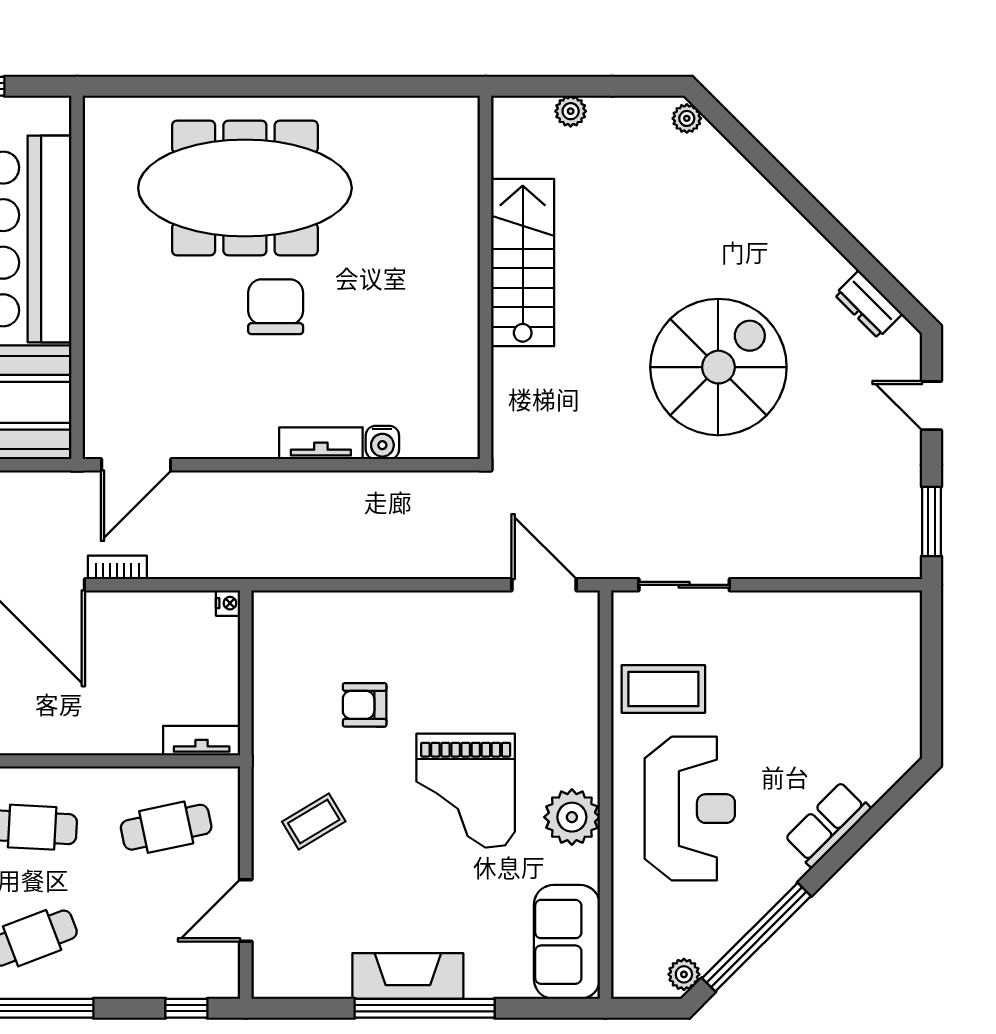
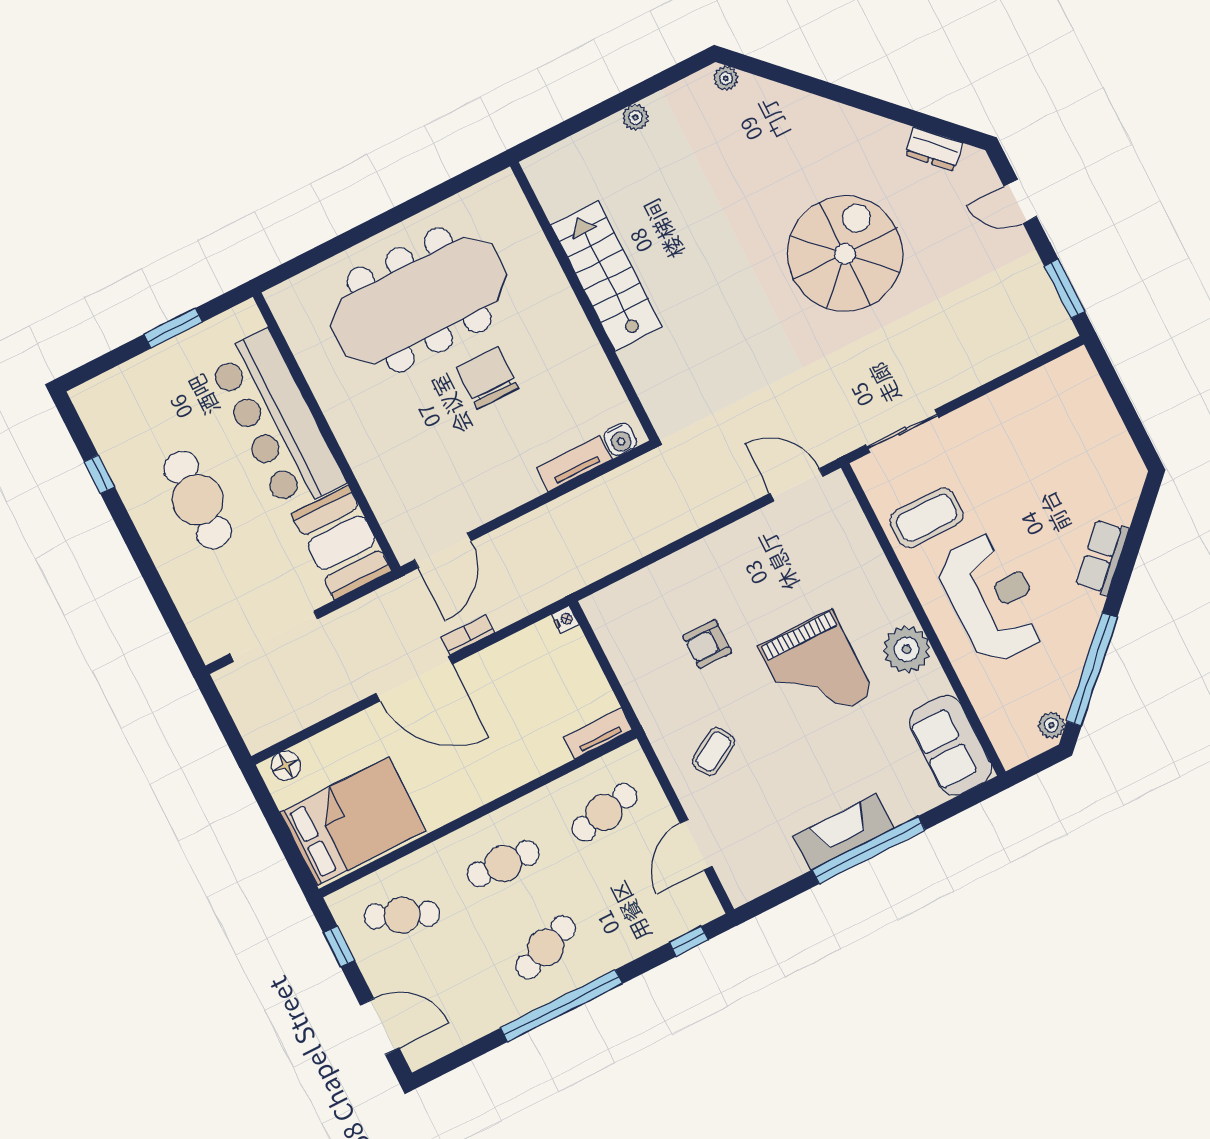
stairs: (523, 263) -> (606, 276), moved
wall: (485, 277) -> (584, 301), moved

